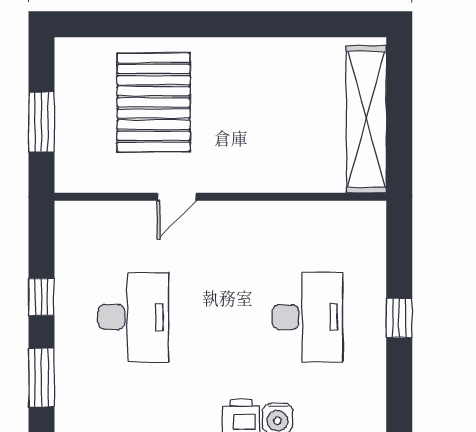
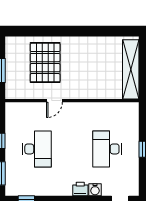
desk: (307, 317) -> (107, 149), turned 180

